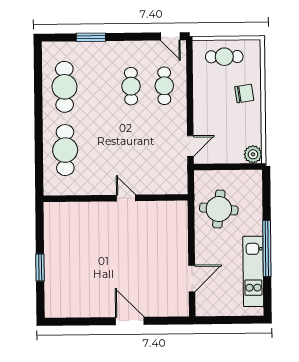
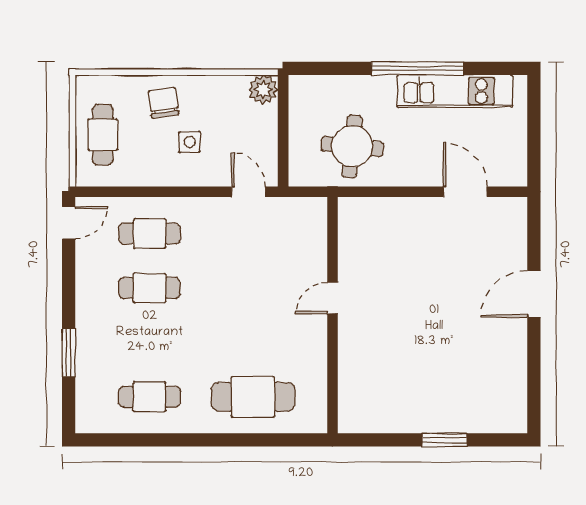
cafe table: (64, 87) -> (149, 397), width x0.73, depth x0.74
side table: (220, 110) -> (190, 142), added

